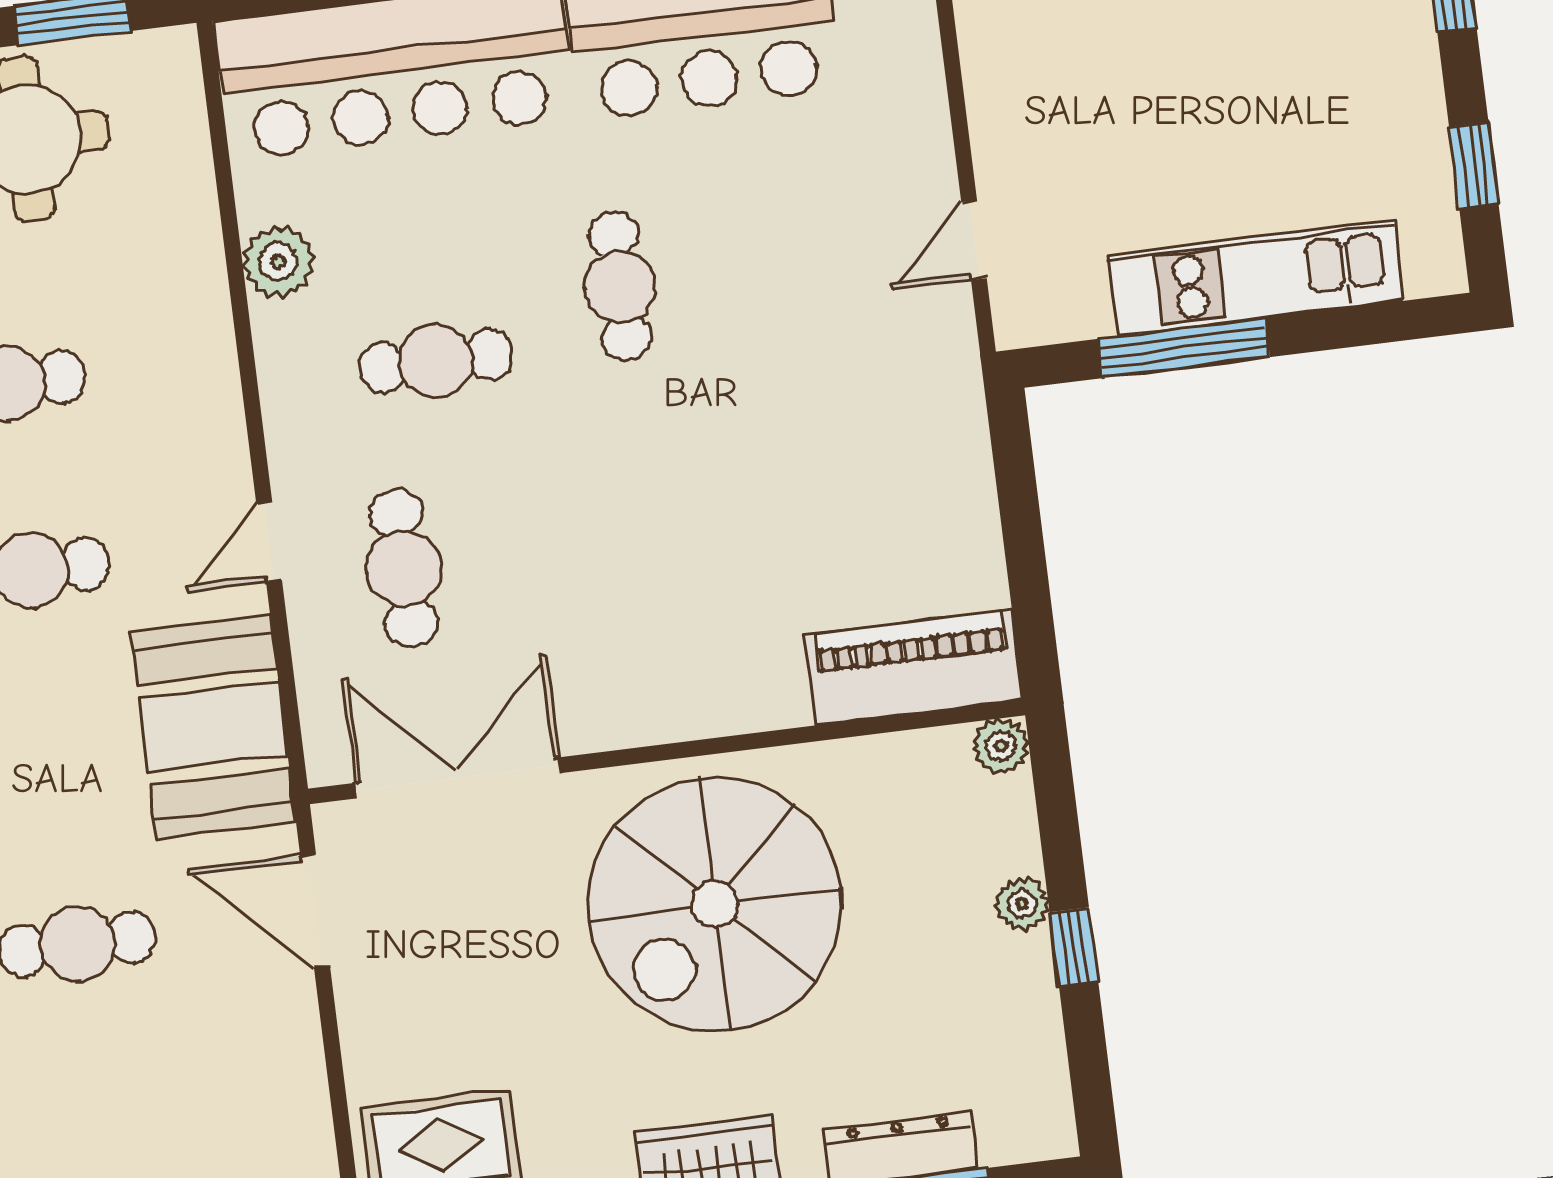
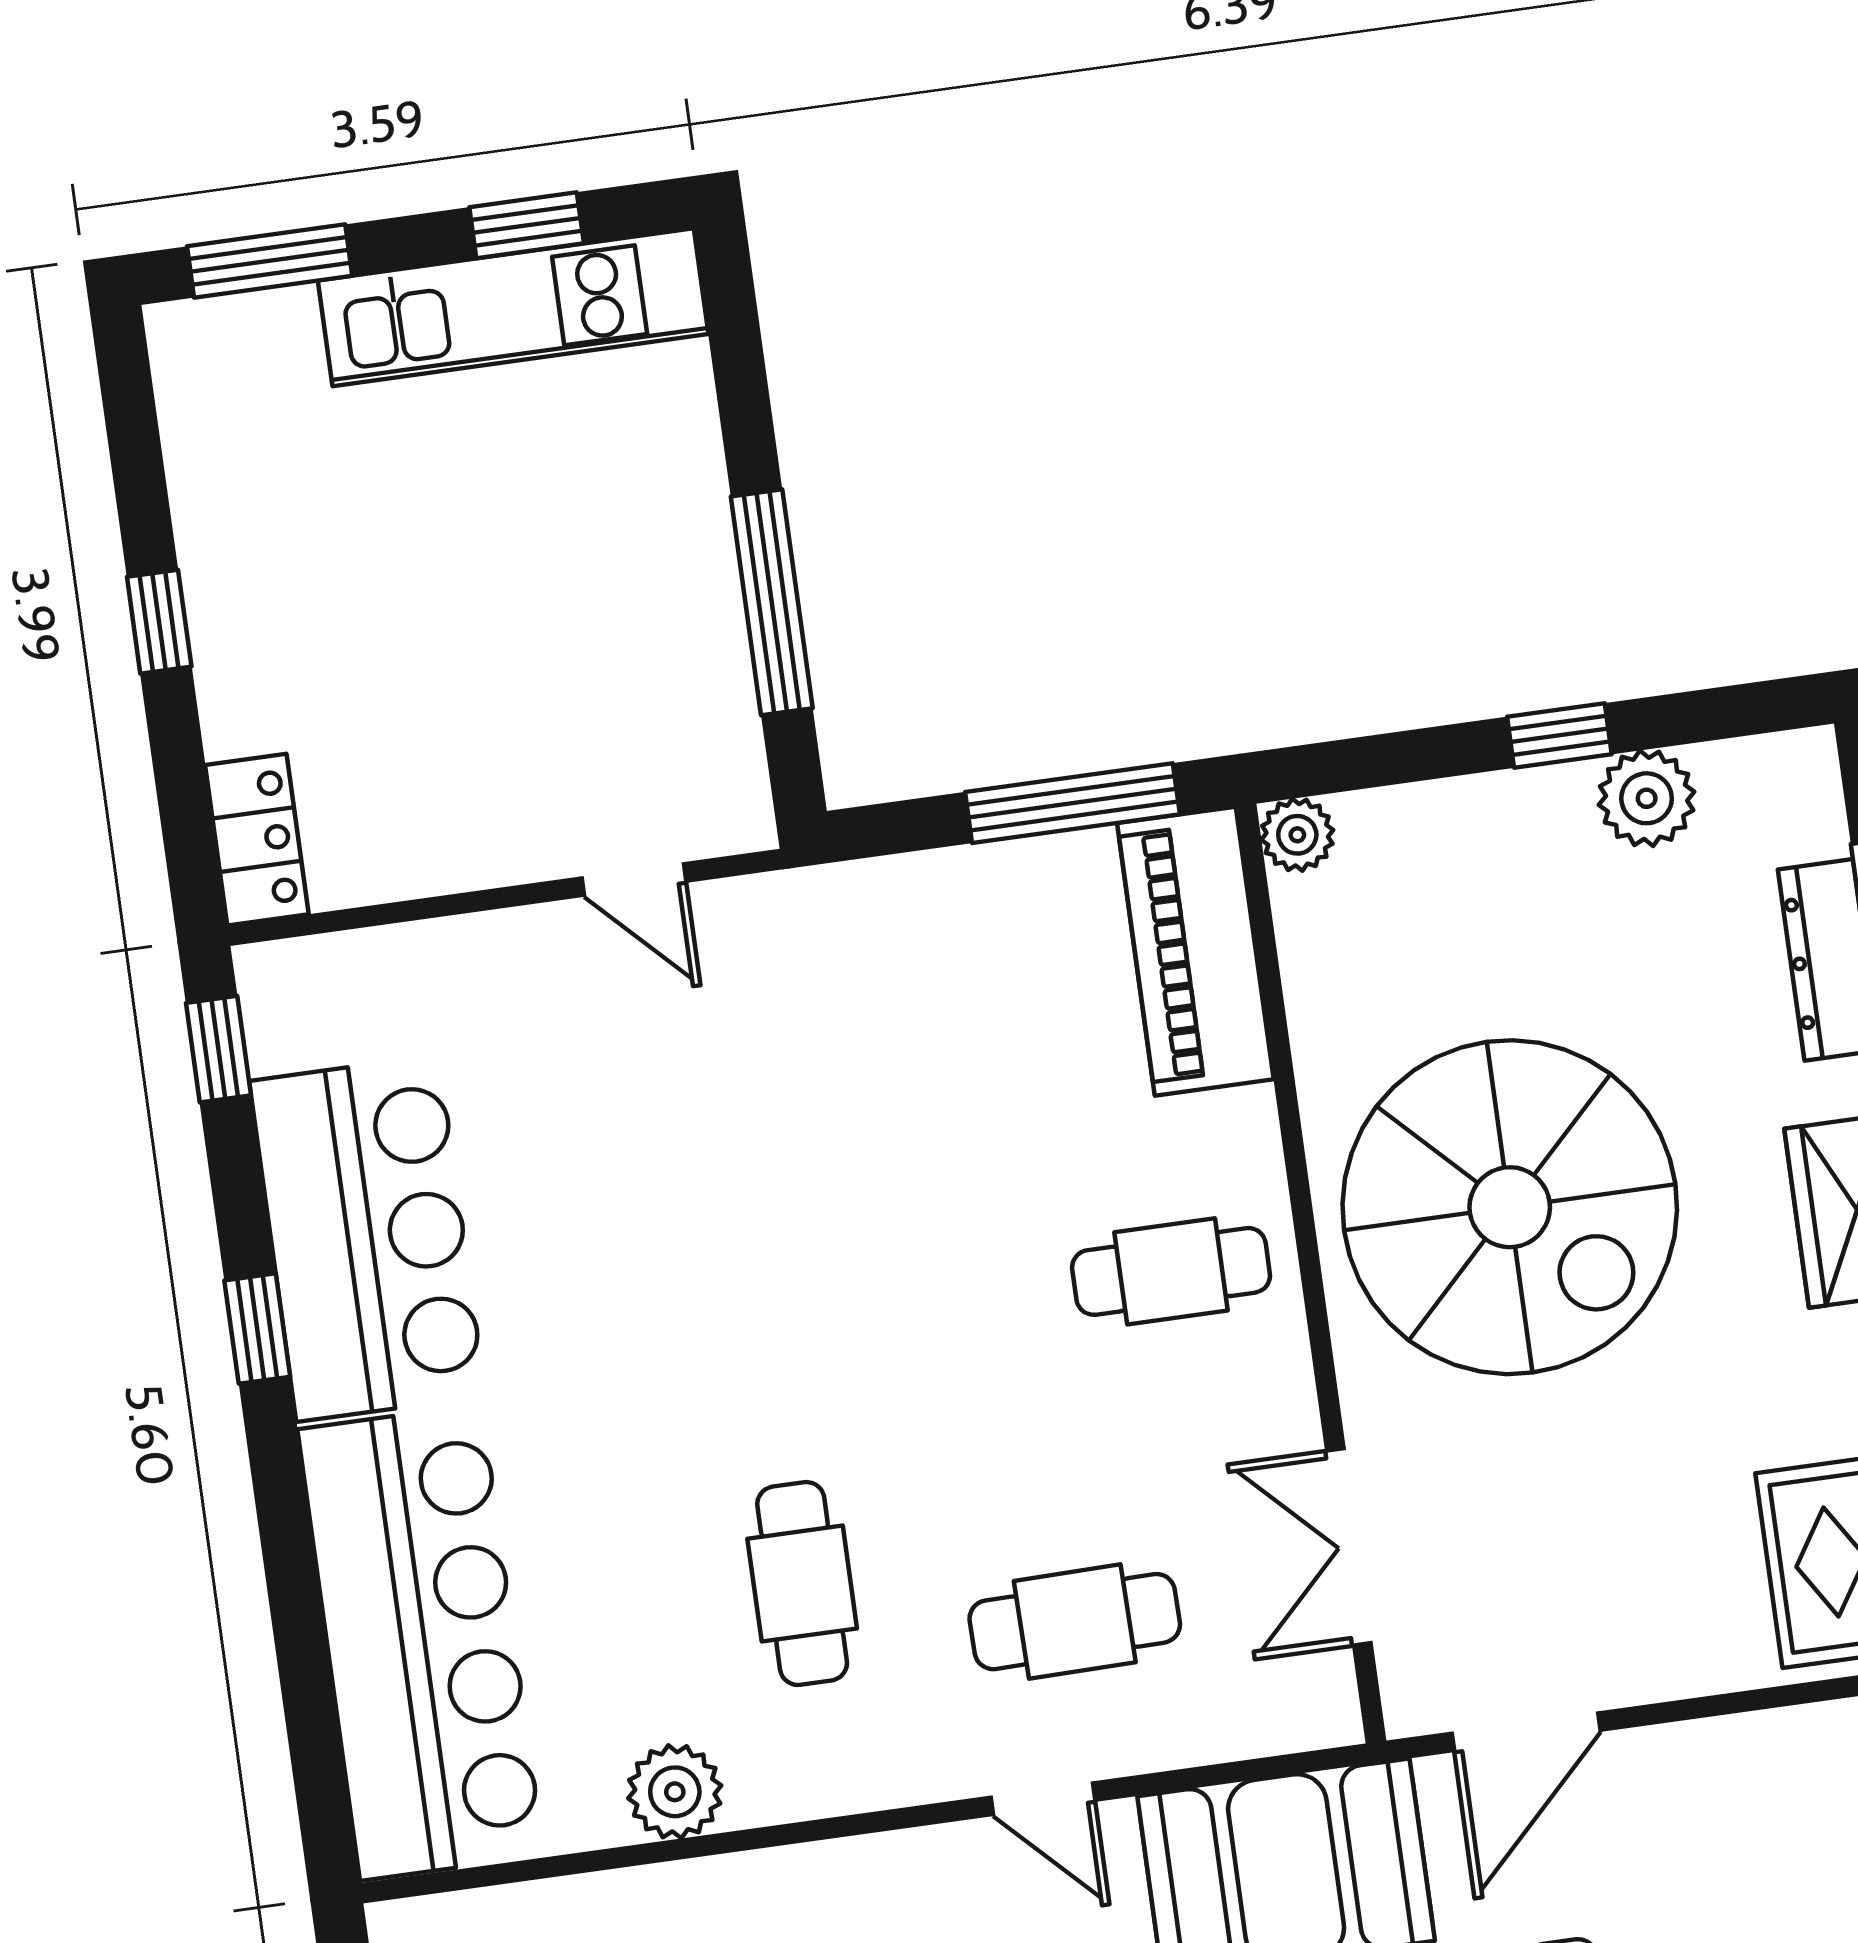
kitchen unit: (1256, 278) -> (513, 307), moved, turned -90
cafe table: (620, 286) -> (1171, 1271), moved
window: (1028, 575) -> (1072, 803), added
double door: (458, 778) -> (1349, 1547), width x0.73
plant: (1022, 904) -> (1647, 798), moved, width x1.38, depth x1.38

